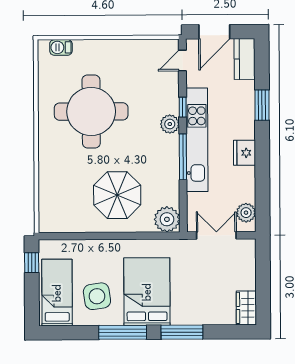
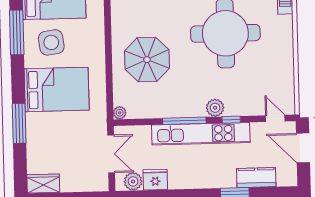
kitchen counter: (245, 59) -> (256, 178), moved
fridge: (244, 153) -> (155, 180), moved
plant: (167, 219) -> (120, 113), width x0.53, depth x0.53
window: (123, 332) -> (17, 32), moved

